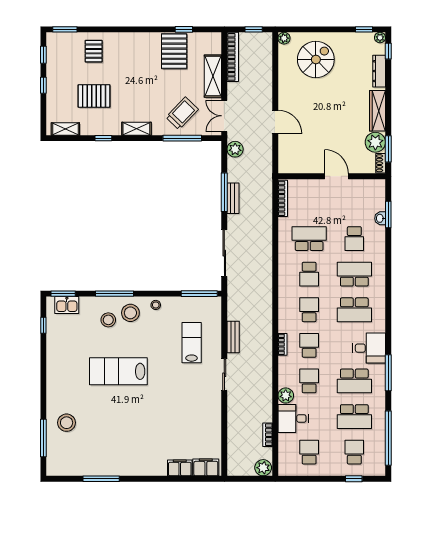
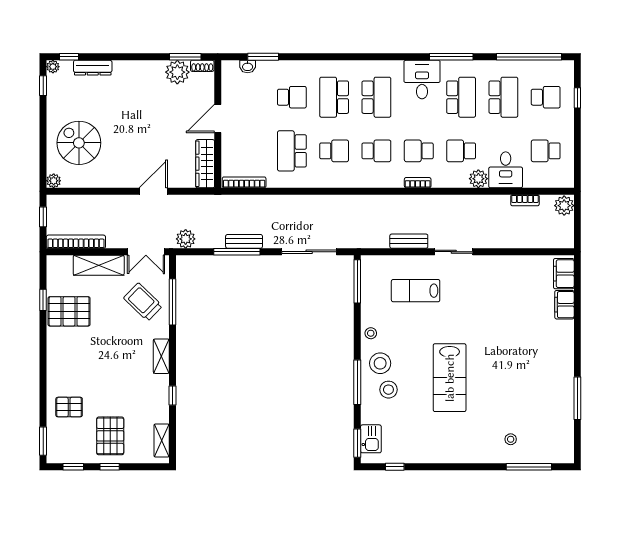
pallet: (94, 96) -> (110, 436), moved
wardrobe: (378, 111) -> (205, 164), moved, turned 90
washbasin: (380, 218) -> (248, 66), moved
school desk: (309, 310) -> (376, 151), turned 180
stool: (67, 423) -> (511, 439), width x0.53, depth x0.53
school desk: (354, 452) -> (546, 97), turned 180

